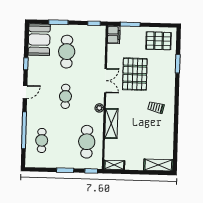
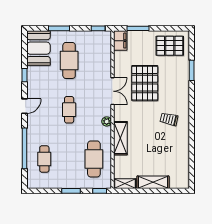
shelving: (158, 165) -> (153, 182), moved

